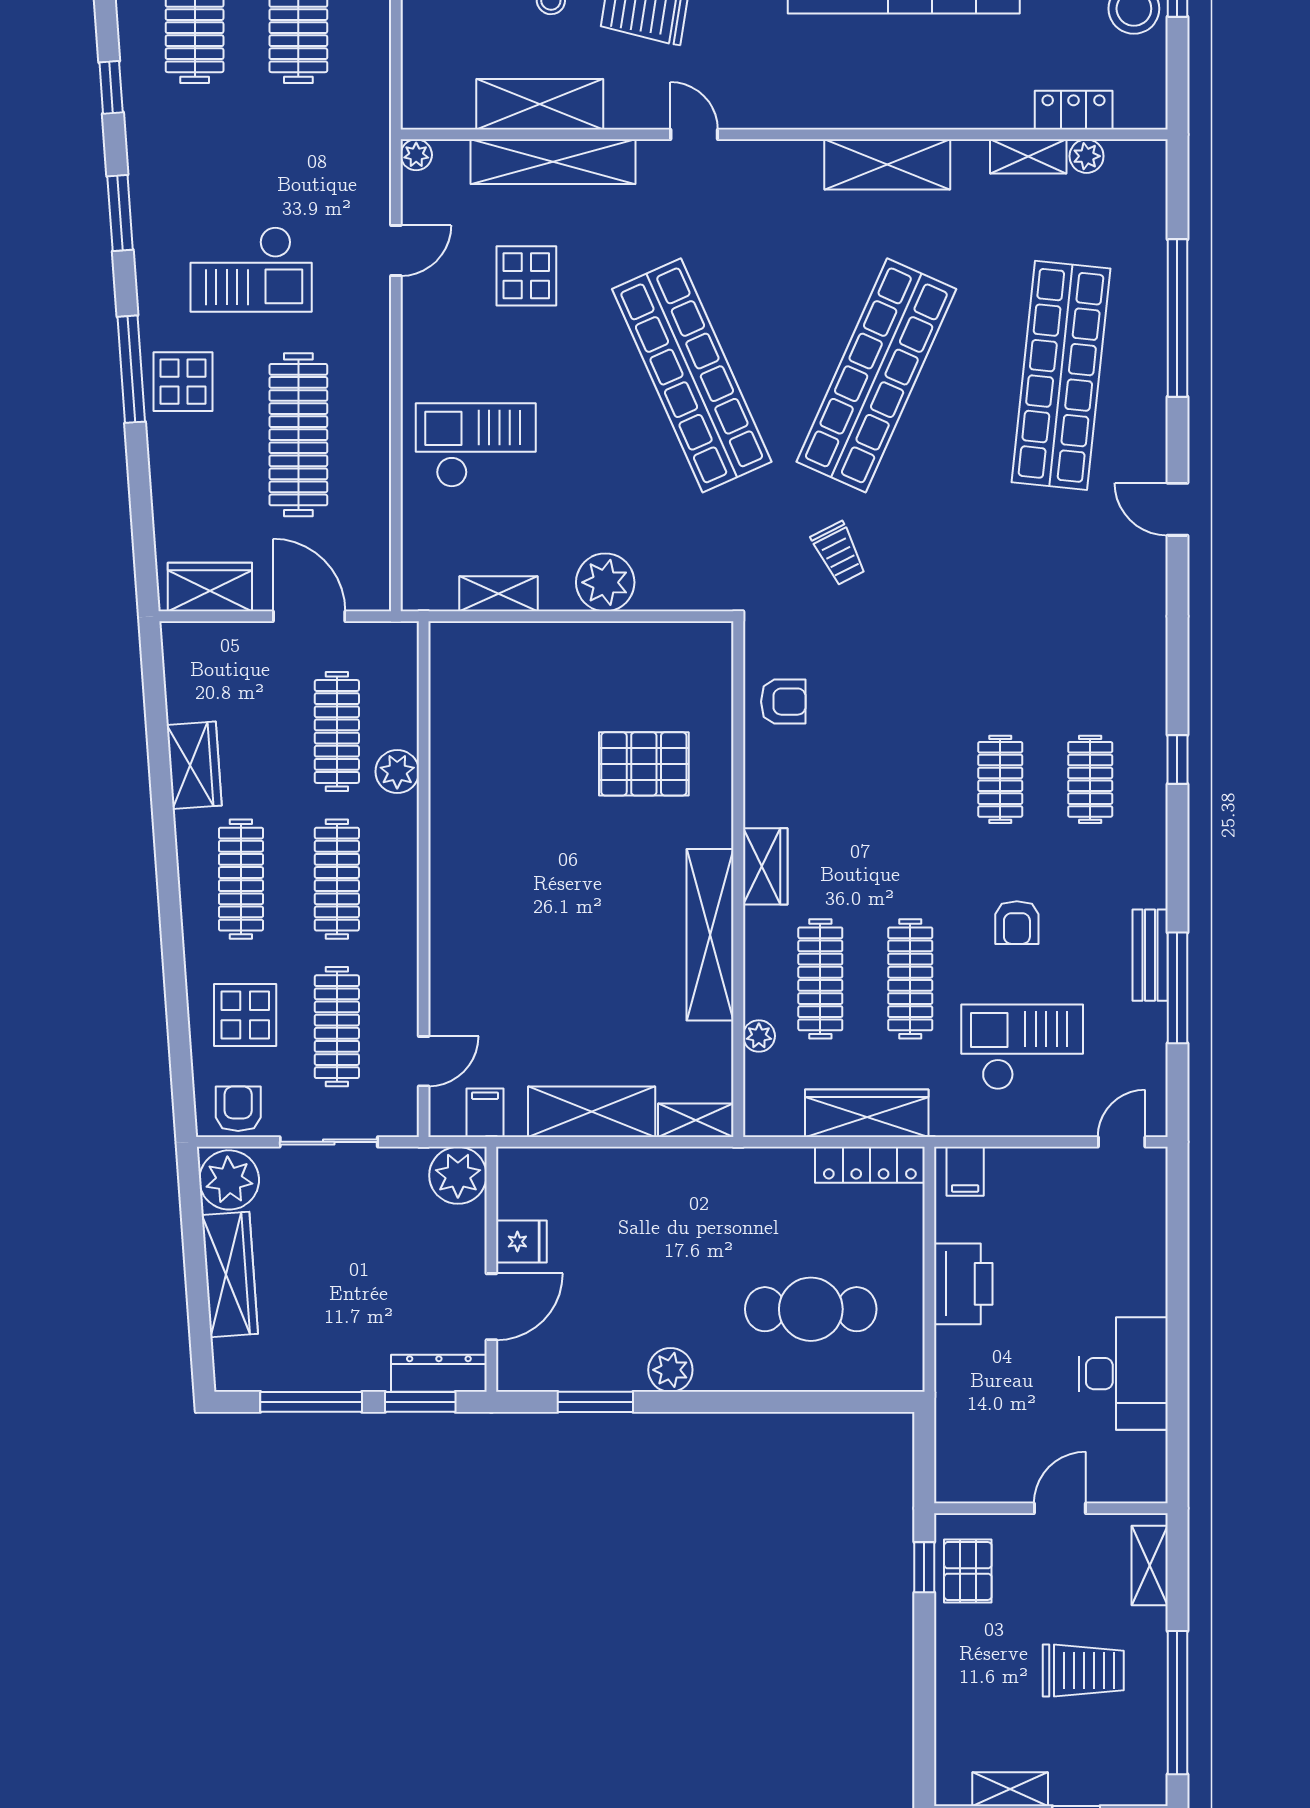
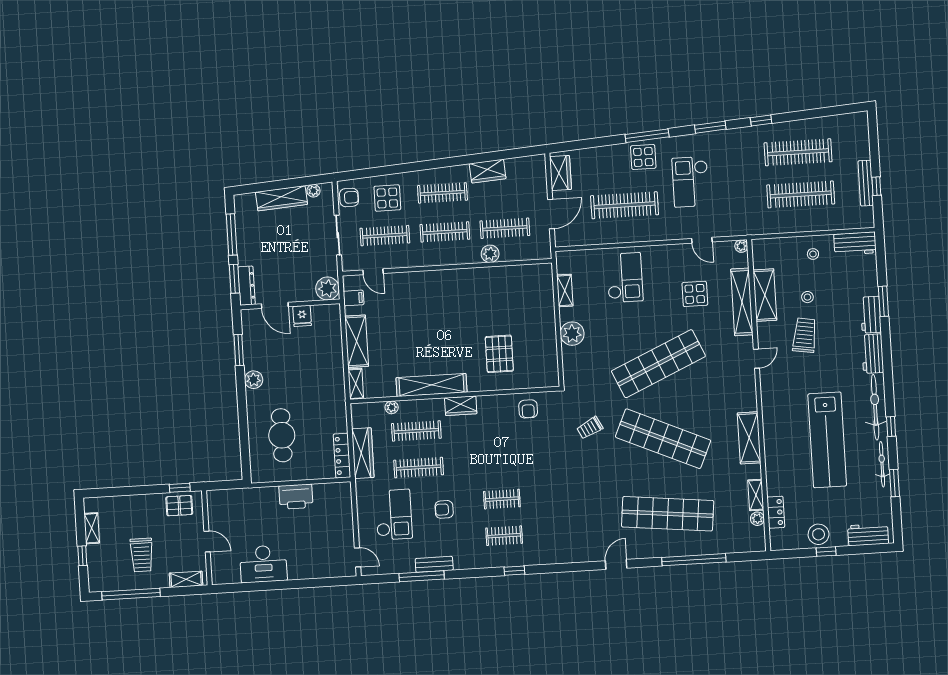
filing cabinet: (965, 1171) -> (342, 495), removed
plant: (229, 1180) -> (314, 191), width x0.53, depth x0.53

